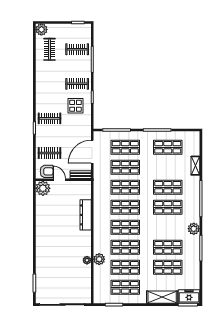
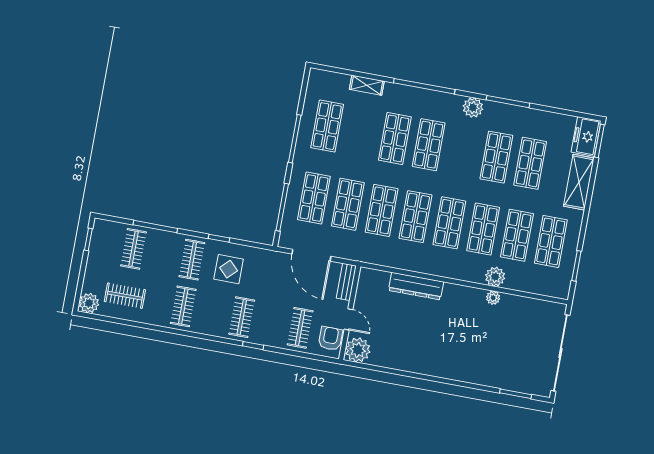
clothes rail: (49, 84) -> (183, 306), added
door: (59, 180) -> (348, 319), swing flipped

